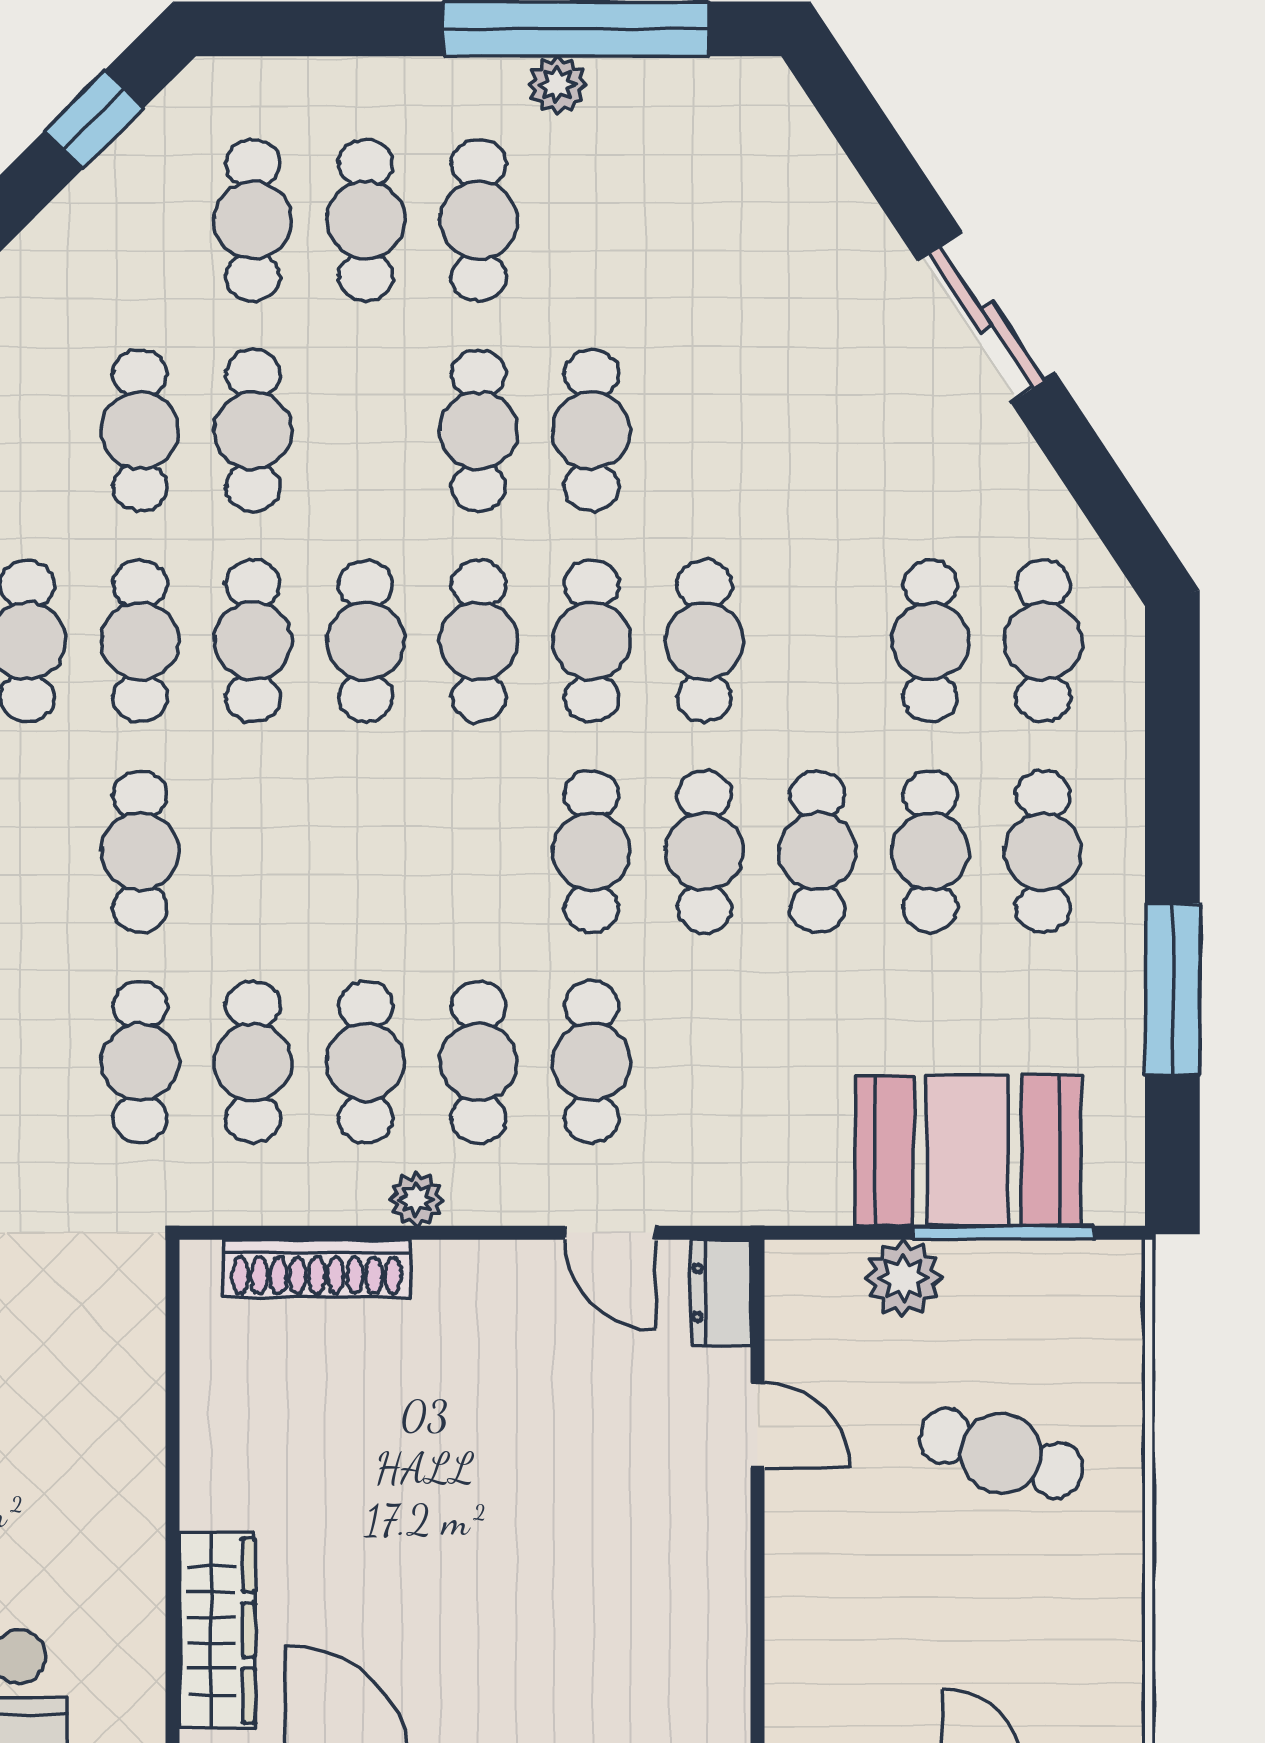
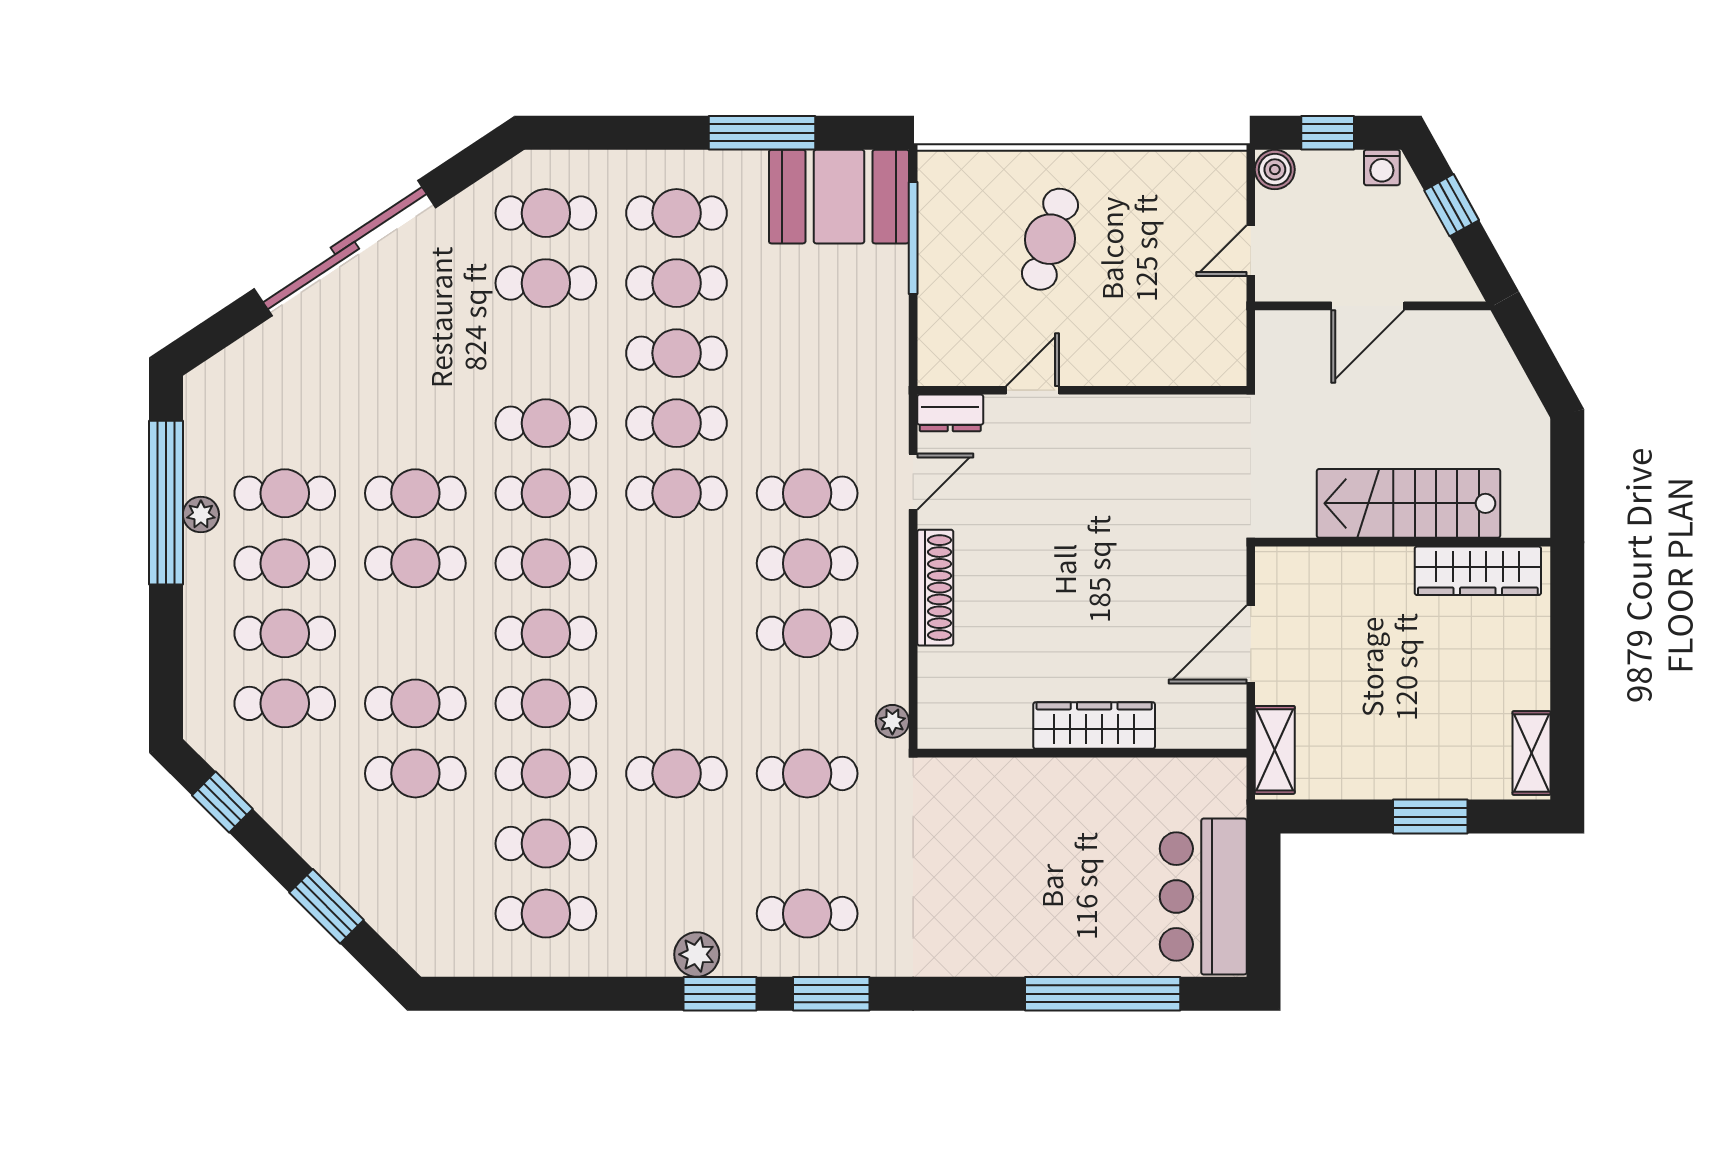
sliding door: (986, 317) -> (345, 248), width x1.86
cafe table: (253, 1062) -> (285, 493), moved
booth: (968, 1150) -> (839, 197), moved, turned 90
plant: (416, 1199) -> (892, 721), moved
shoe rack: (317, 1268) -> (935, 588), moved
plant: (903, 1278) -> (941, 300), removed
wardrobe: (217, 1630) -> (1094, 726), moved

